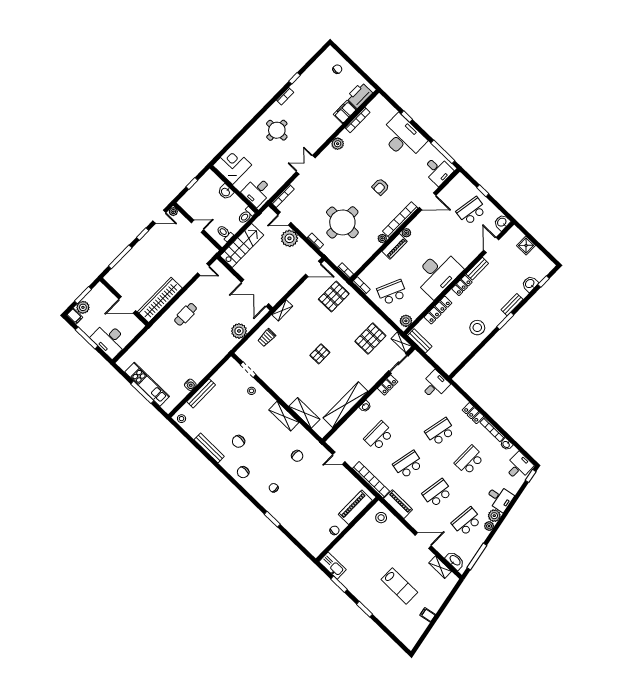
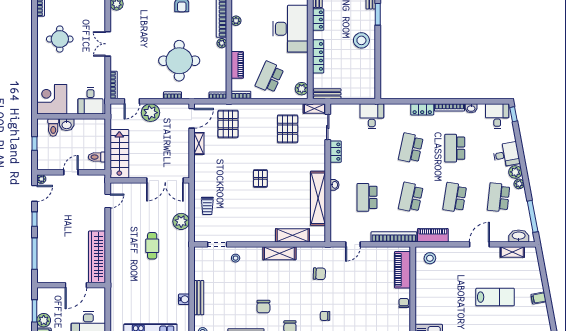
toilet: (246, 216) -> (53, 127), moved
piano: (395, 246) -> (237, 65), moved
shelving: (282, 310) -> (199, 143), moved
cafe table: (186, 314) -> (152, 246), moved

